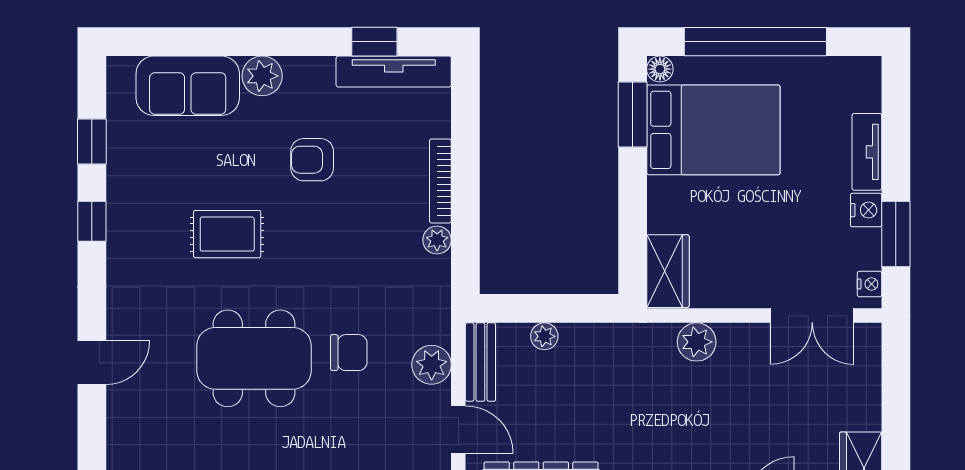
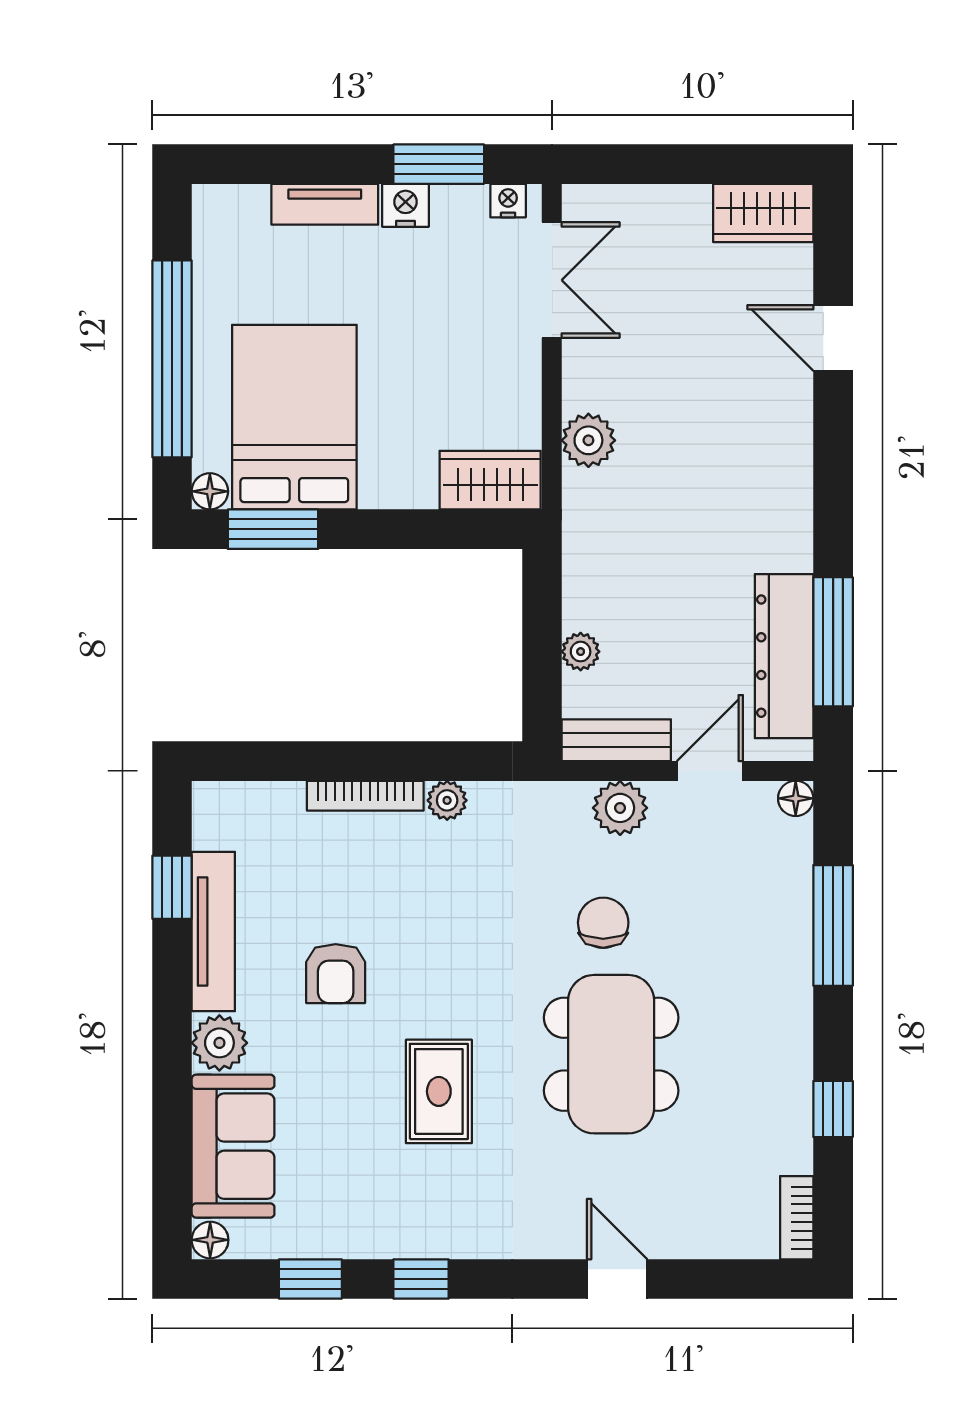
floor lamp: (120, 69) -> (210, 1240), added
tv unit: (394, 71) -> (213, 932), moved

